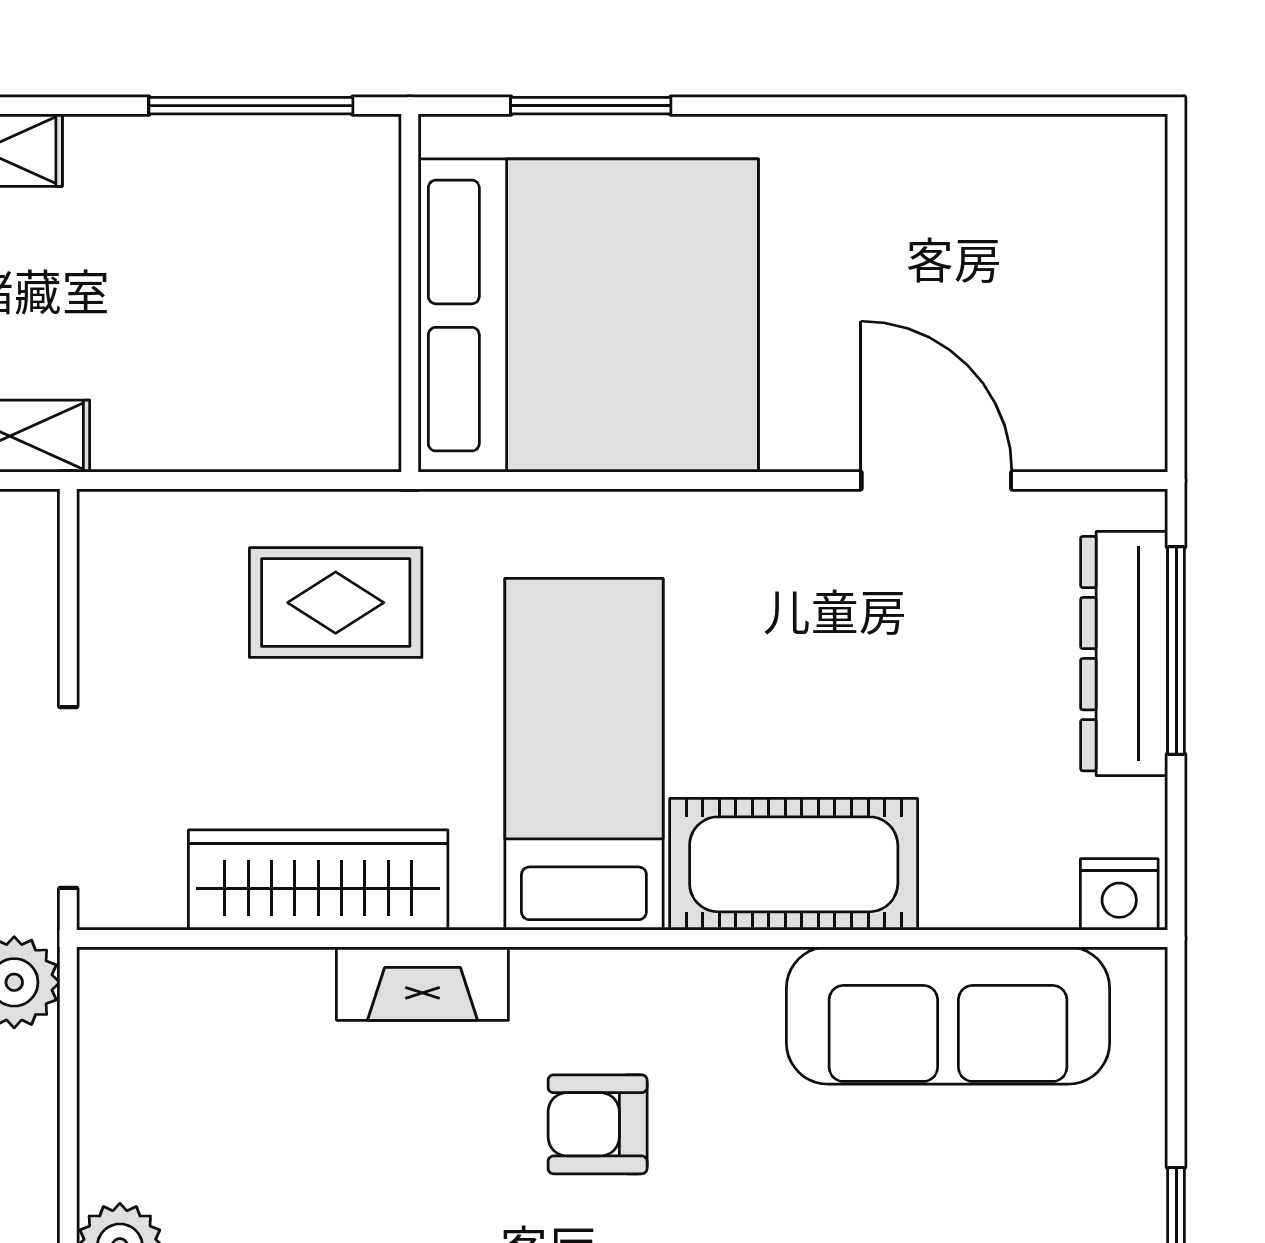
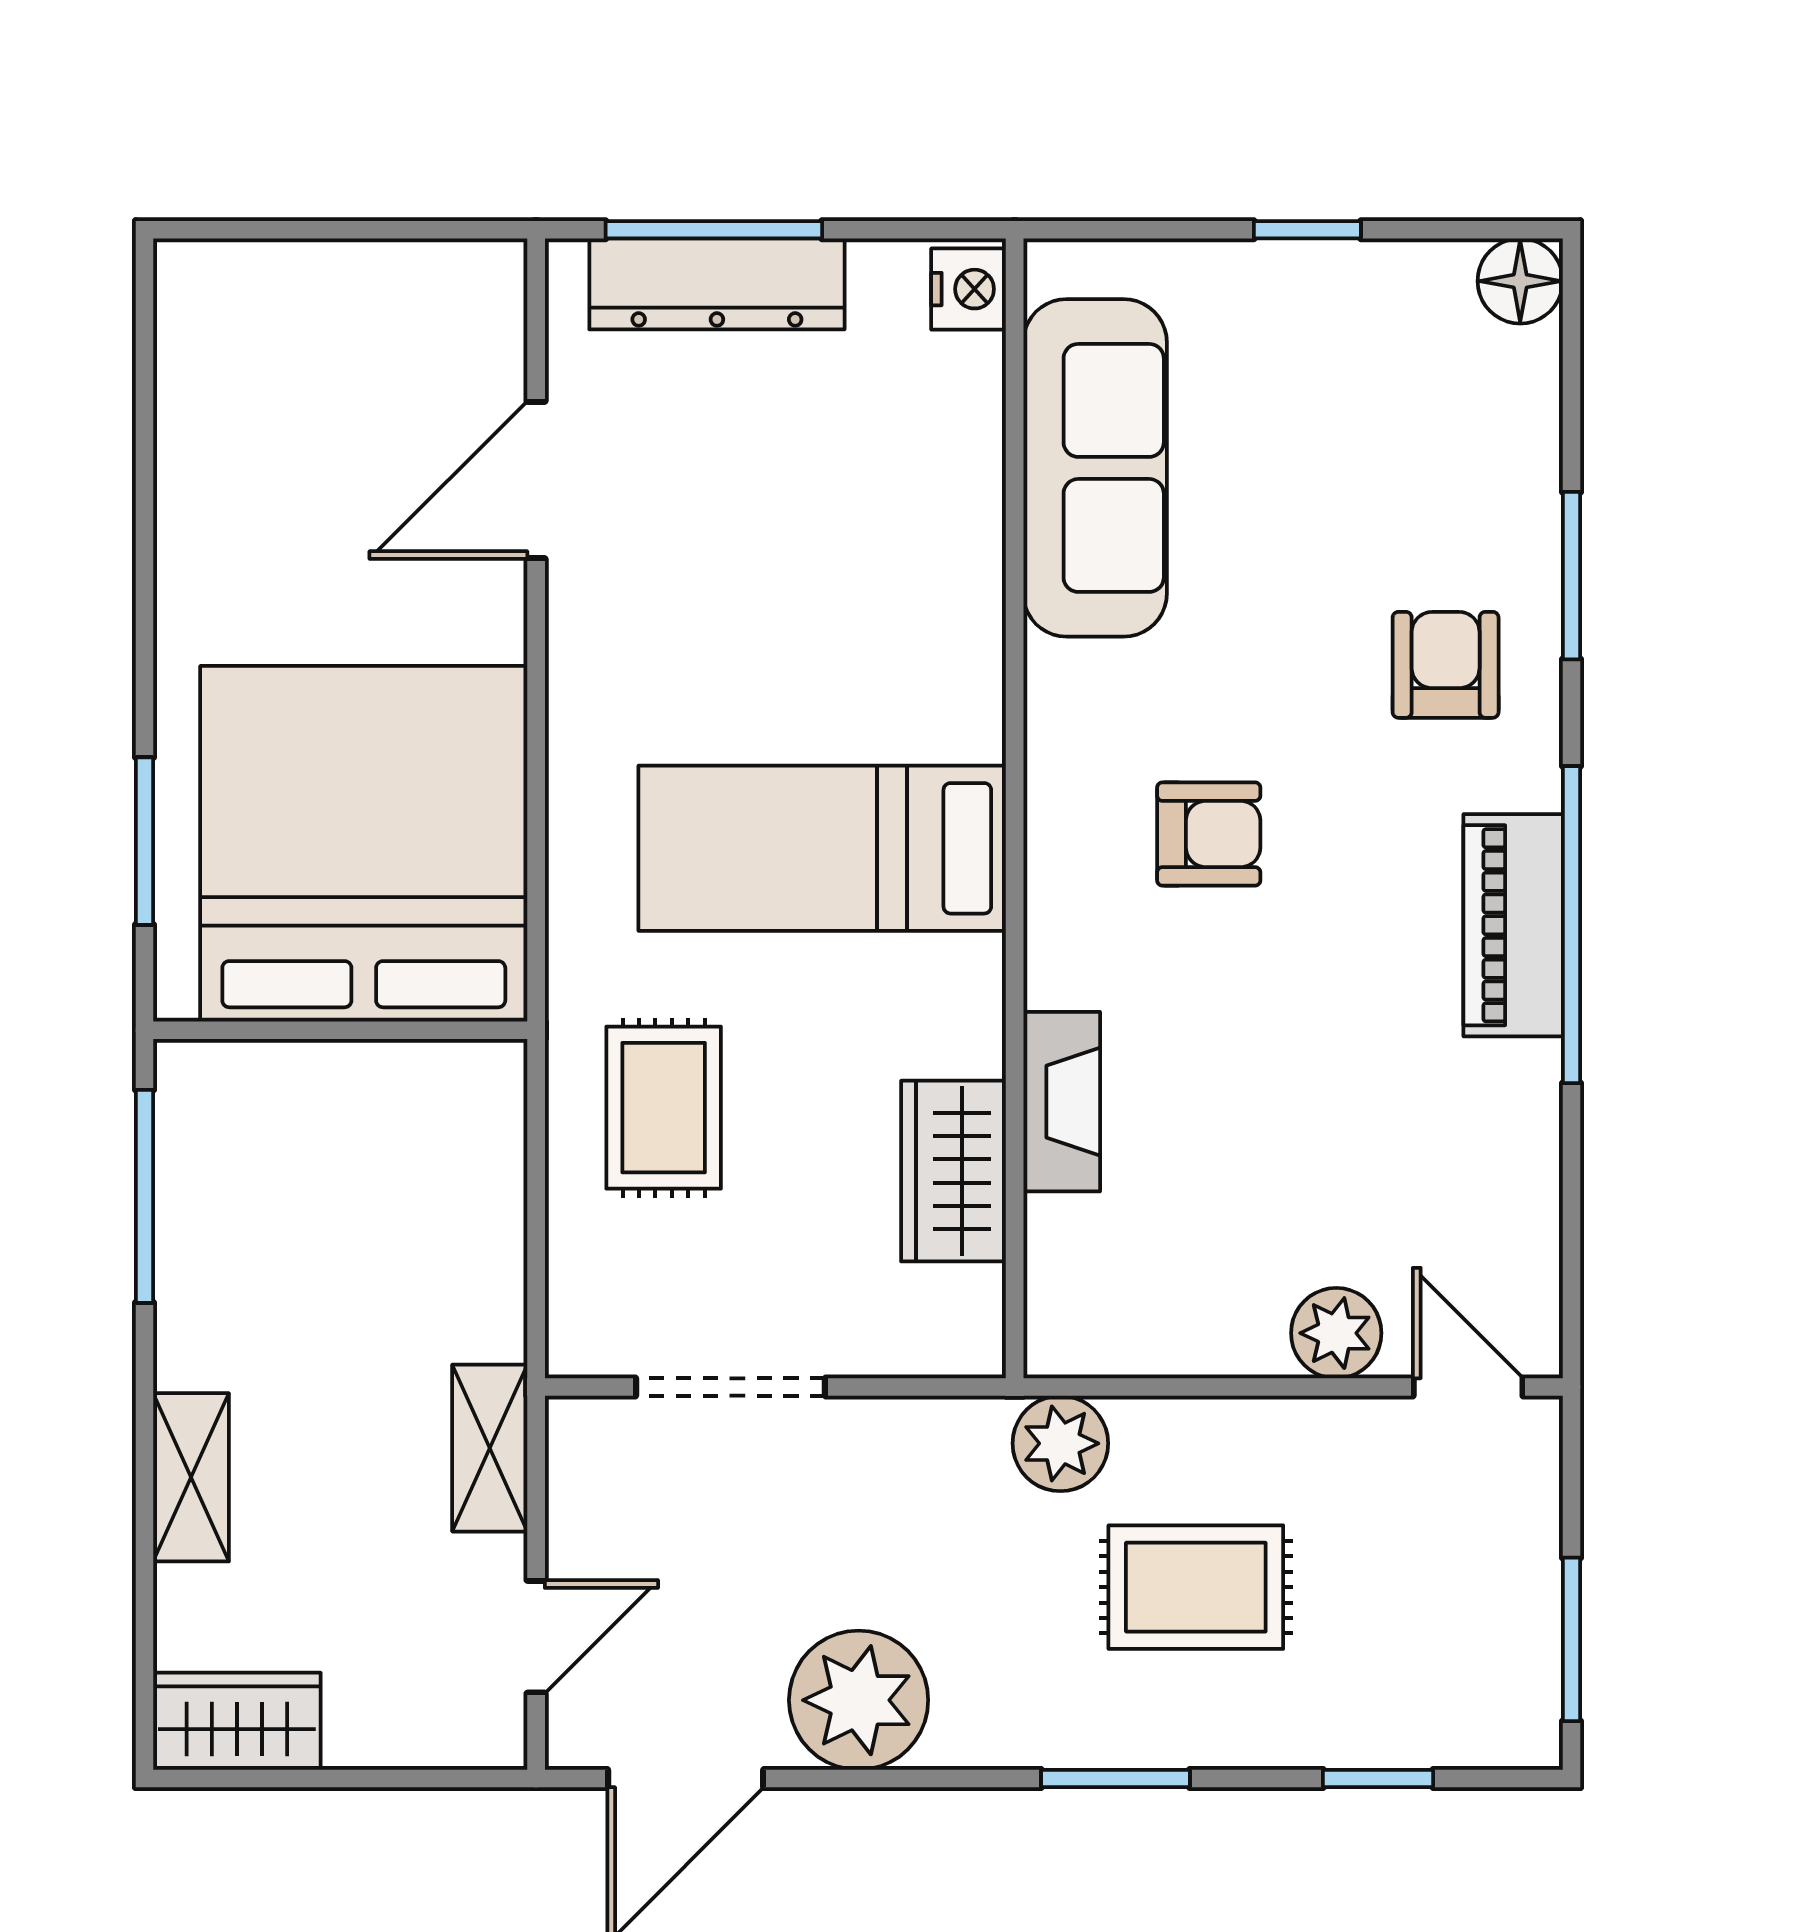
doorway: (68, 798) -> (731, 1387), moved
cot: (794, 864) -> (937, 629), removed
wardrobe: (318, 880) -> (954, 1171), width x0.67
fireplace: (422, 984) -> (1062, 1102), moved
armchair: (598, 1124) -> (1209, 834), turned -90

